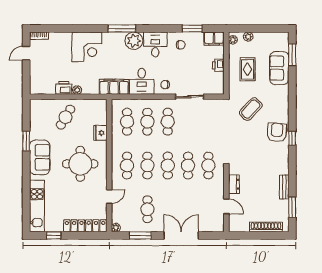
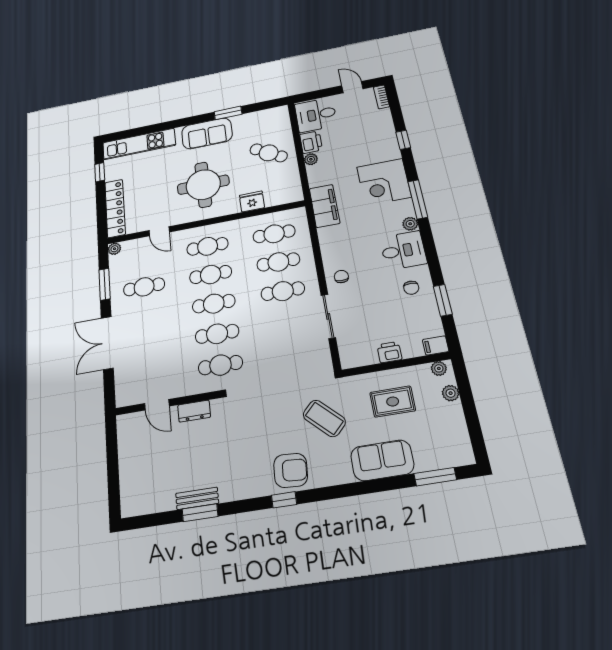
window: (76, 29) -> (403, 140), added
filing cabinet: (214, 39) -> (436, 345), width x0.50
plant: (134, 41) -> (410, 224), width x0.53, depth x0.53
corner desk: (87, 47) -> (384, 182), moved
sofa: (279, 68) -> (382, 460), moved
desk: (142, 81) -> (316, 115), moved
door: (226, 206) -> (157, 405), hinge flipped
window: (292, 207) -> (200, 513), moved
shoe rack: (266, 227) -> (127, 477), removed
double door: (181, 235) -> (107, 343), swing flipped

